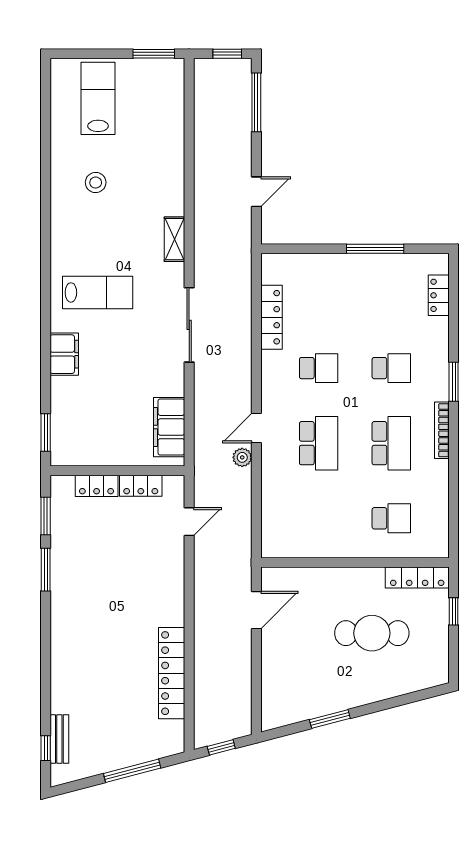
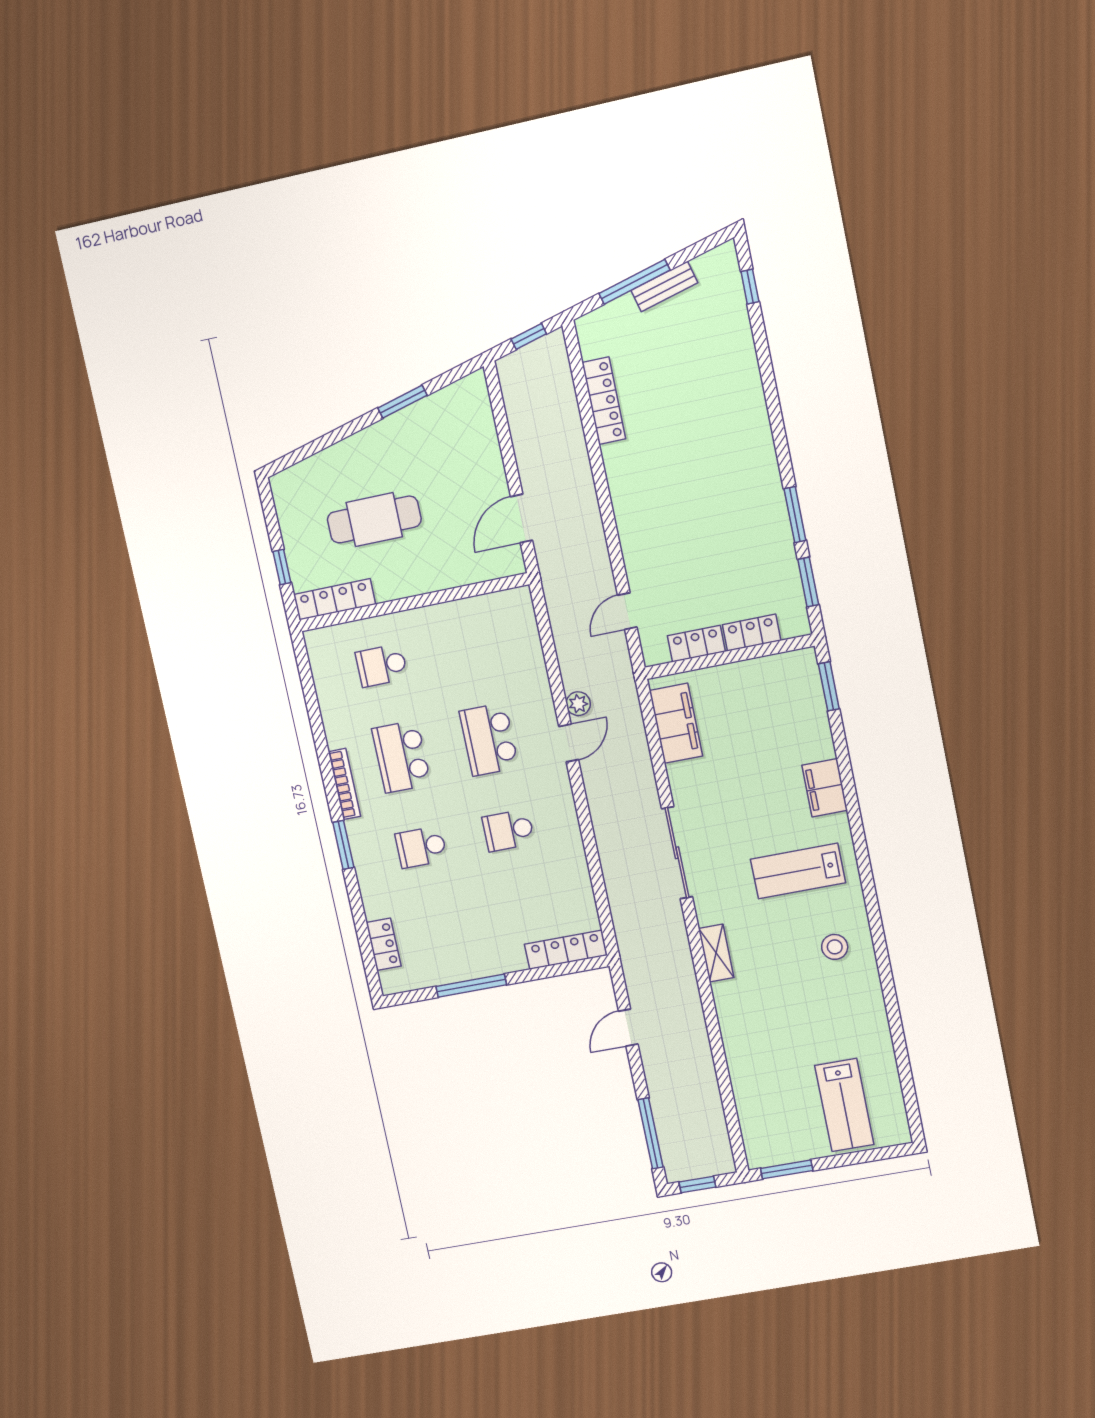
stool: (96, 183) -> (835, 947), moved
locker: (271, 317) -> (566, 950), moved, turned 90
locker: (172, 673) -> (604, 401), width x0.71, depth x0.83
bench: (59, 739) -> (664, 287), moved, turned 75

